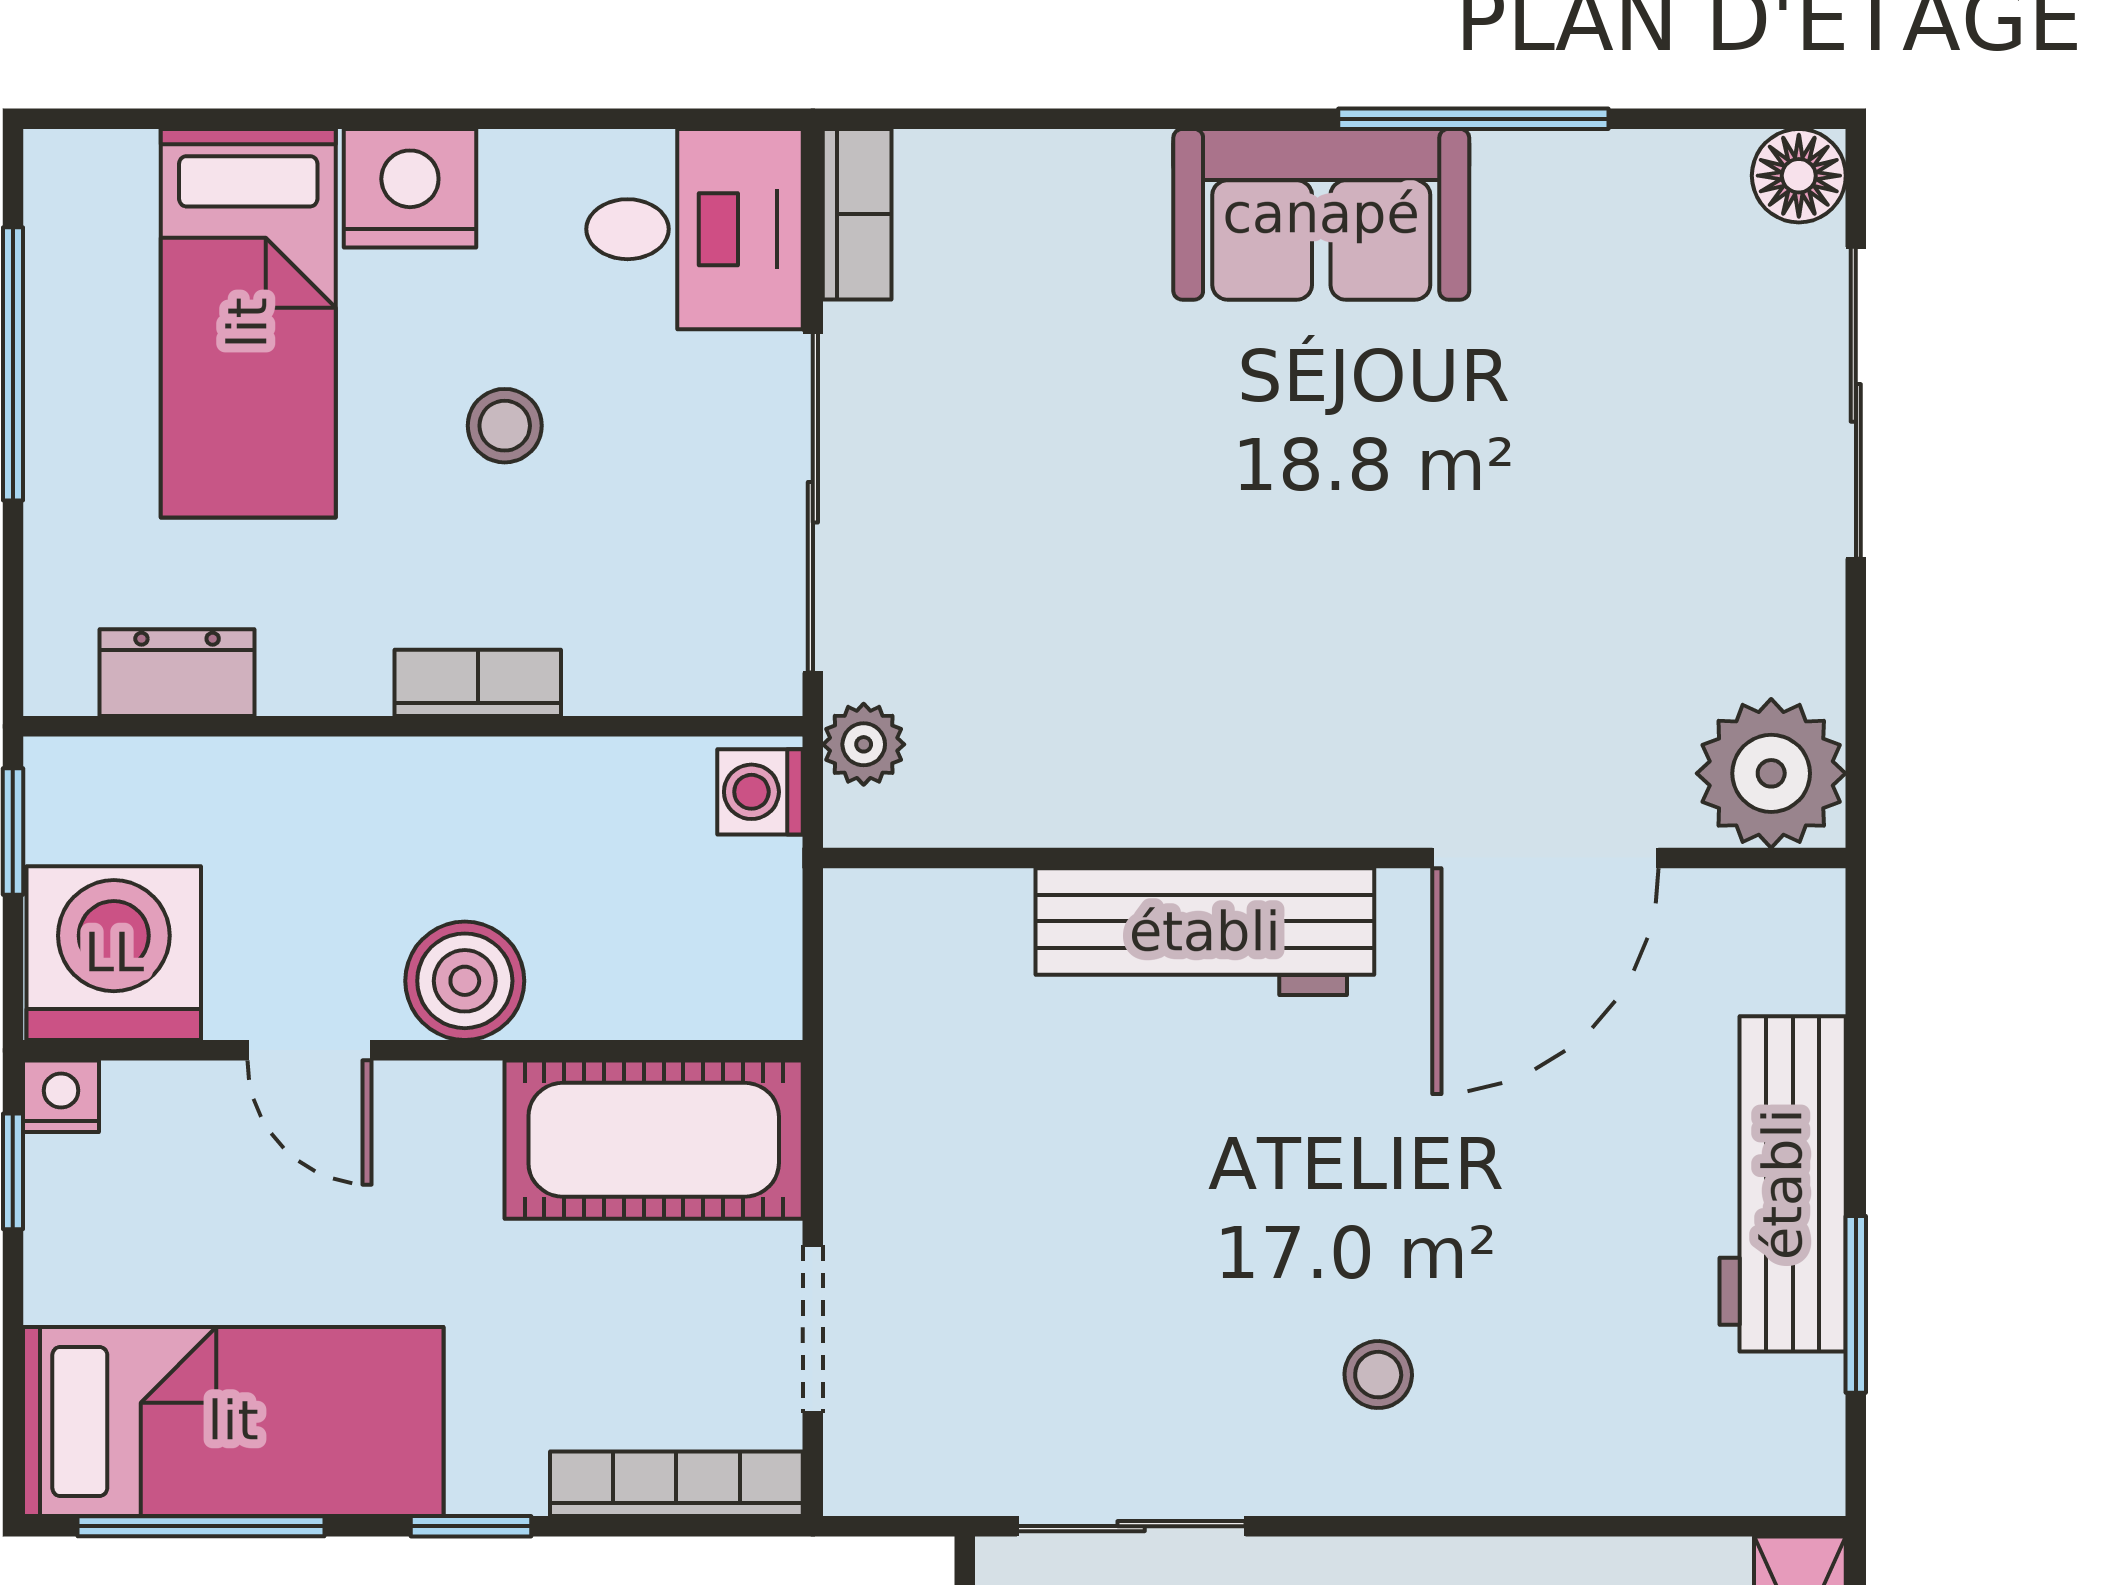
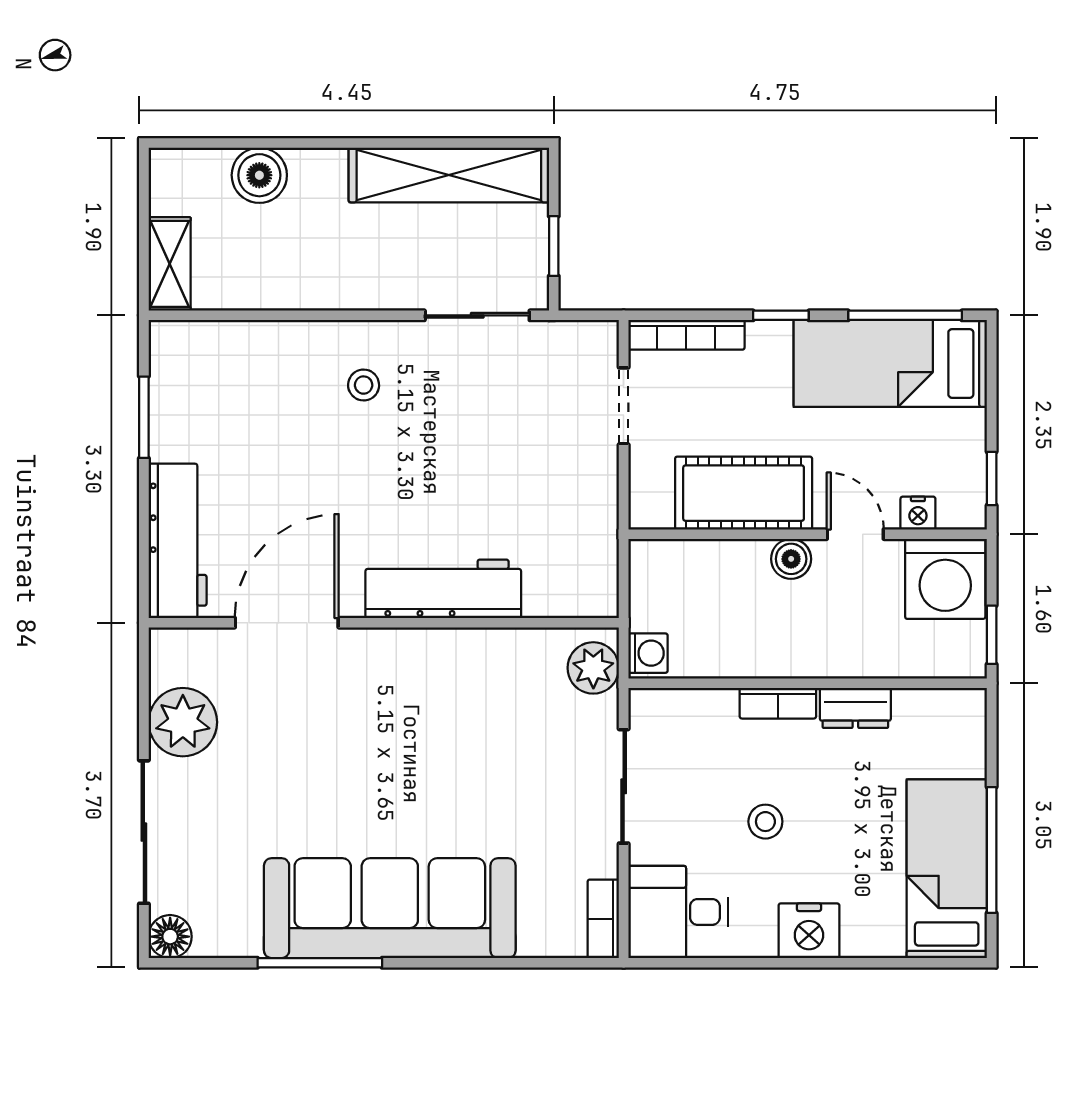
sofa: (1321, 214) -> (390, 908), width x1.85, depth x1.27
bed: (248, 323) -> (947, 869), moved
sliding door: (813, 502) -> (624, 786), width x0.73
dresser: (177, 673) -> (855, 708), moved
plant: (864, 744) -> (593, 668), width x1.38, depth x1.38
plant: (1771, 773) -> (183, 722), moved
boiler: (465, 981) -> (791, 559), width x0.73, depth x0.73
nightstand: (61, 1096) -> (918, 513), moved
cot: (654, 1140) -> (744, 493), moved
workbench: (1783, 1184) -> (178, 541), moved

